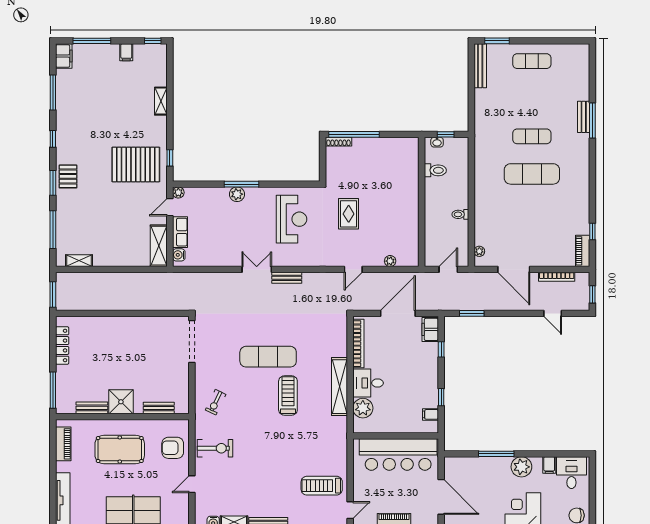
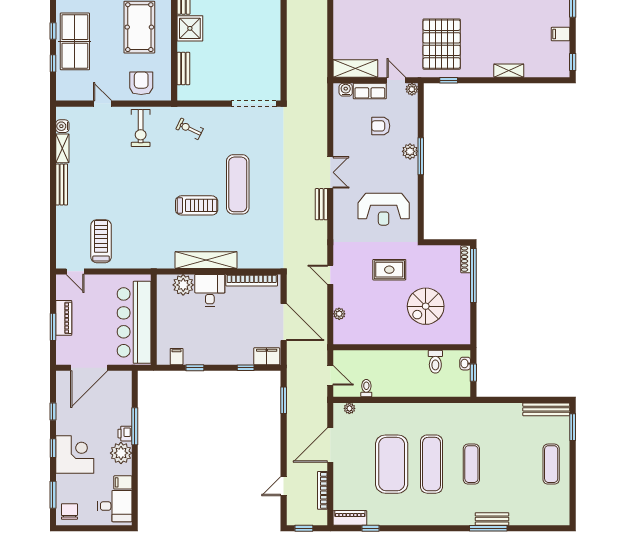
spiral stairs: (383, 179) -> (426, 306), added
exercise mat: (532, 212) -> (392, 464), added
toilet: (460, 214) -> (366, 388), moved
armchair: (213, 222) -> (381, 126), added
printer: (503, 463) -> (125, 434), added

